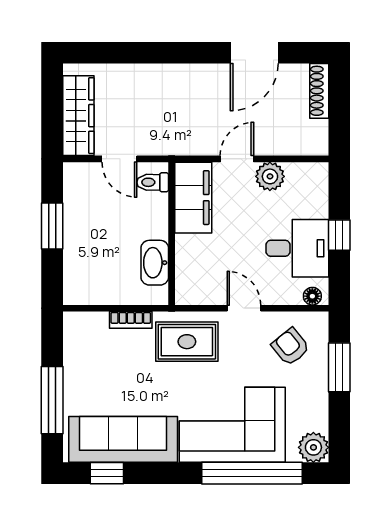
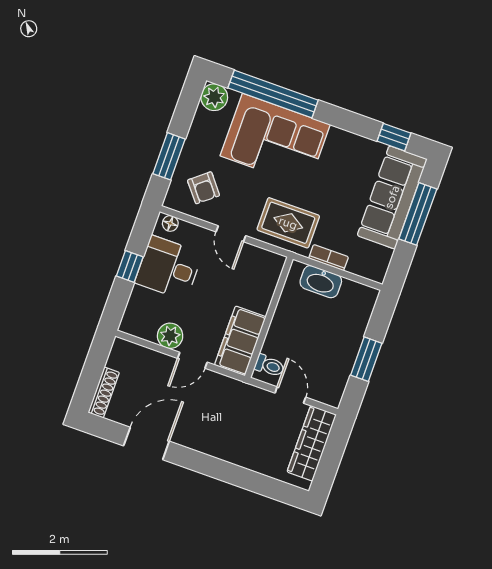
washbasin: (155, 263) -> (321, 282), moved, turned 90
sofa: (123, 439) -> (392, 197), moved, turned 90

